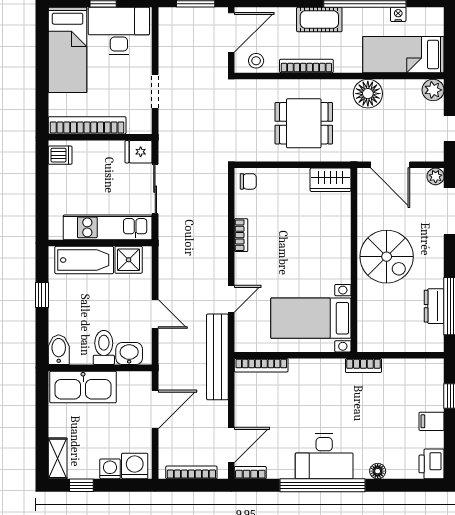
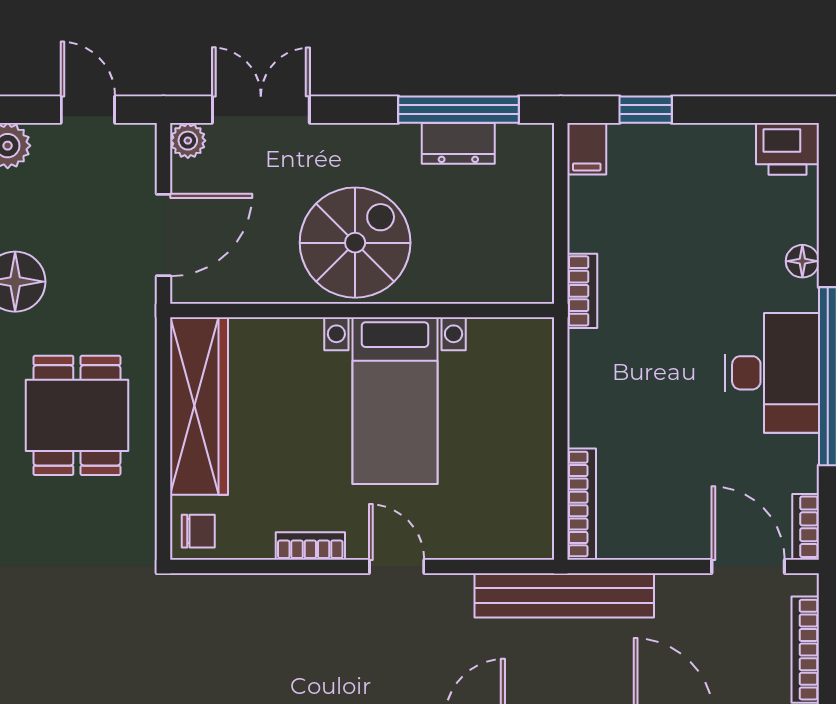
wardrobe: (331, 180) -> (199, 406), width x2.10, depth x1.17
chair: (248, 181) -> (198, 531), turned 90
door: (231, 299) -> (397, 566), moved
bed with nightstands: (311, 318) -> (395, 401), moved
filing cabinet: (432, 421) -> (587, 149), moved

